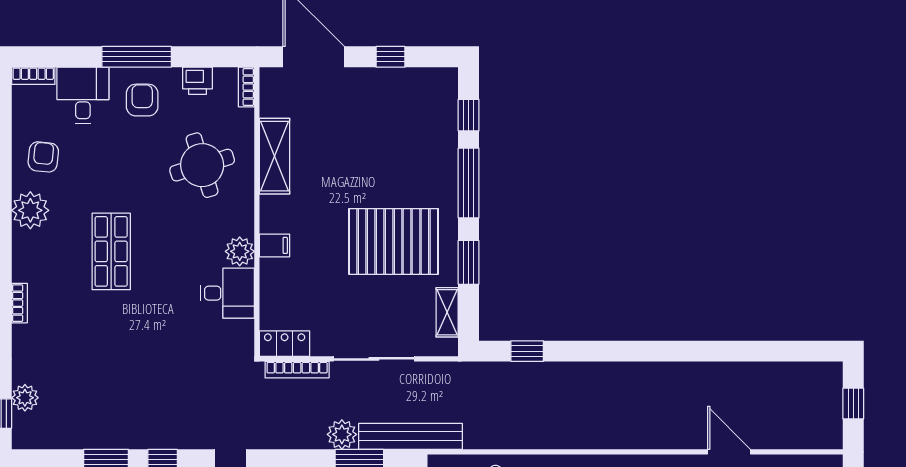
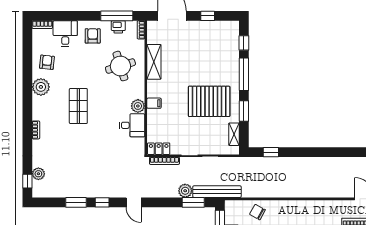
window: (137, 57) -> (117, 16), moved

